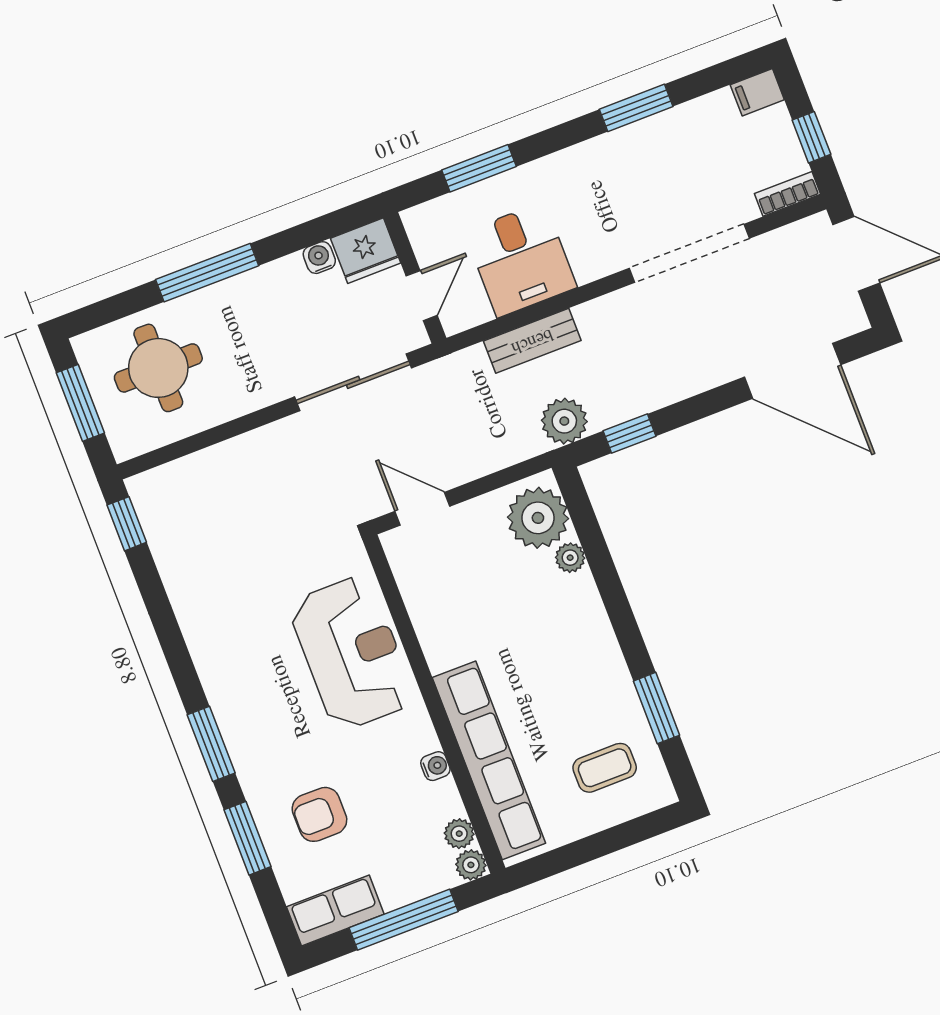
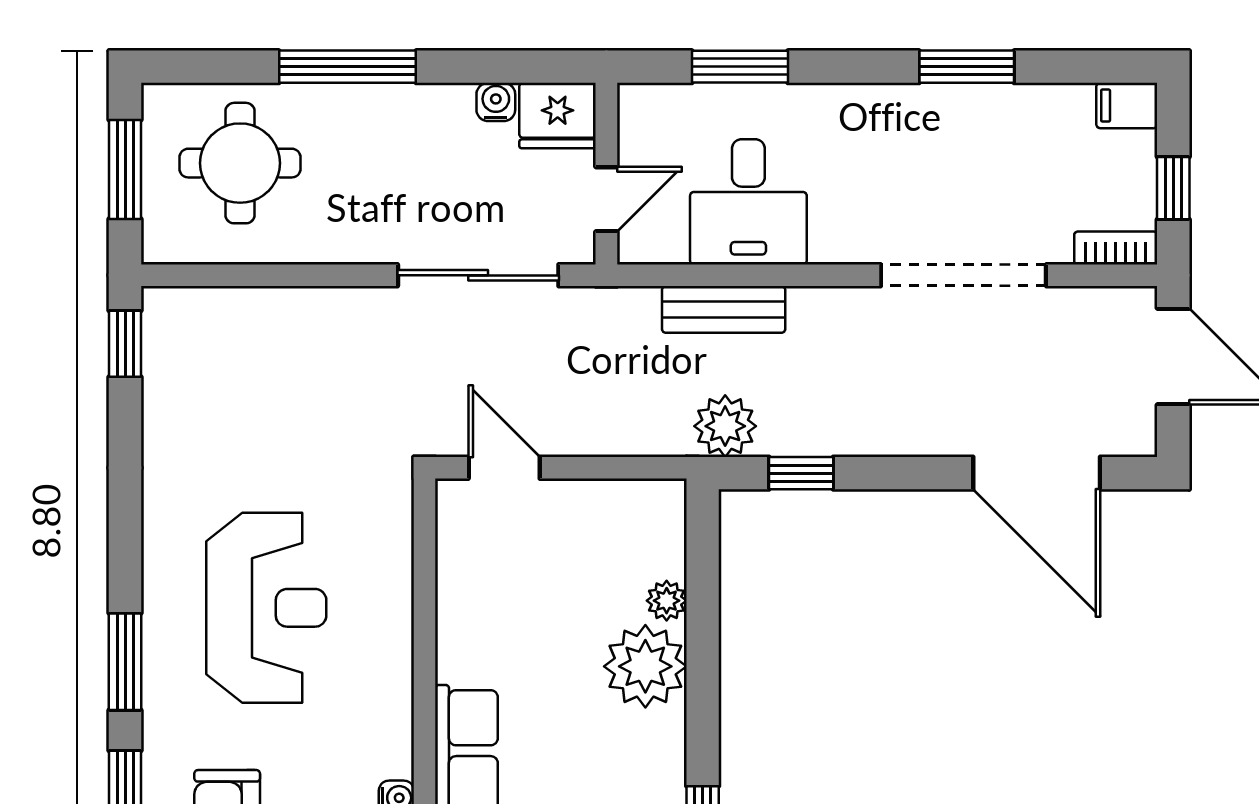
plant: (538, 518) -> (645, 666), moved
reception desk: (352, 653) -> (266, 608), moved

